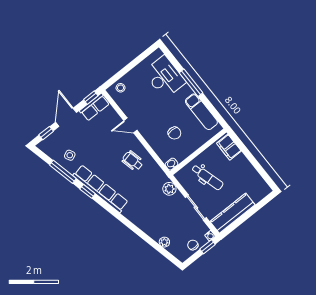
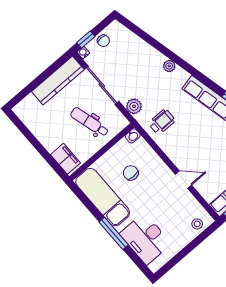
exam couch: (201, 112) -> (103, 197), width x1.36, depth x1.45
wheelchair: (133, 161) -> (162, 122), moved, turned -77
sliding door: (196, 208) -> (102, 85), width x1.37
plant: (164, 242) -> (169, 66), moved

